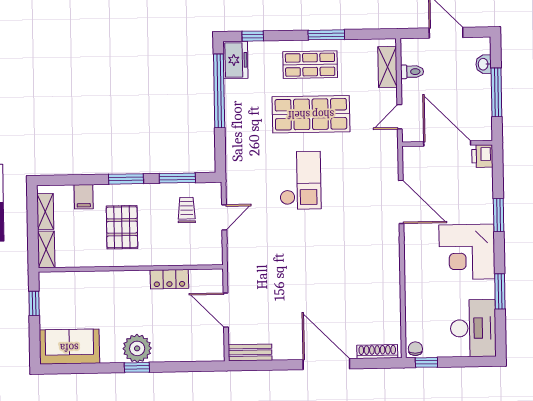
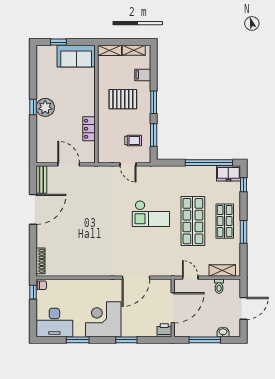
window: (34, 303) -> (58, 42), moved
door: (226, 310) -> (69, 164), hinge flipped
sofa: (69, 347) -> (76, 56), moved, turned 90
door: (326, 364) -> (33, 209), moved

